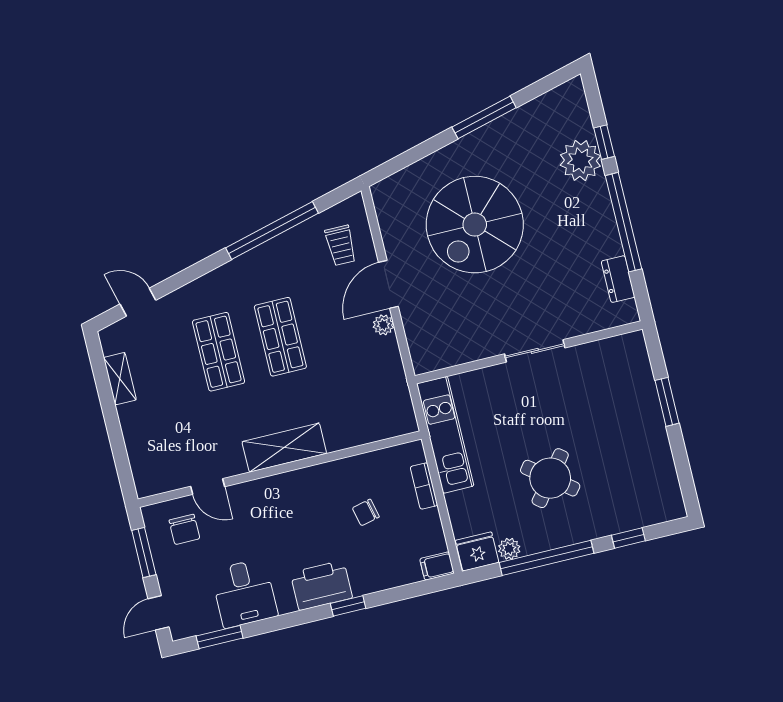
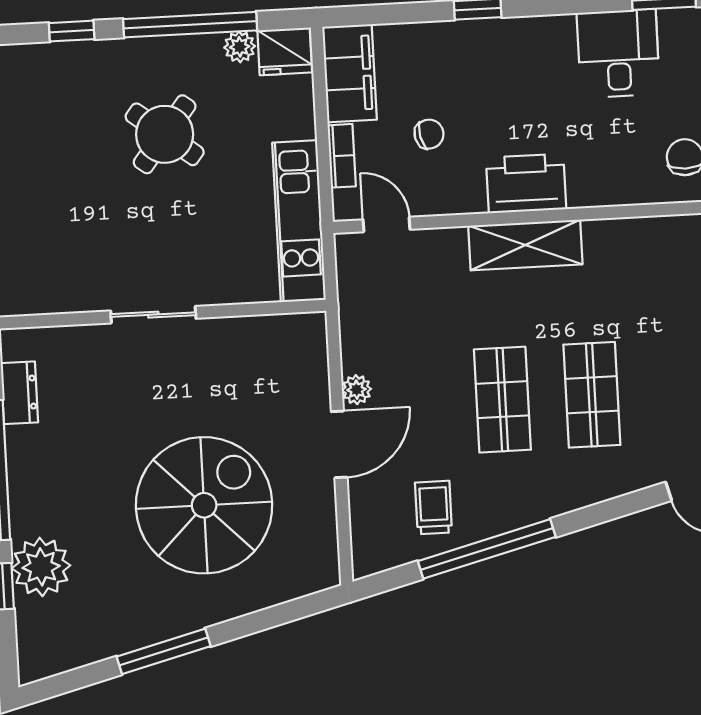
trolley: (341, 245) -> (434, 508), moved
door: (208, 486) -> (387, 225), moved
filing cabinet: (437, 566) -> (349, 73), width x3.00, depth x1.17
printer: (321, 585) -> (526, 183), moved, turned 180

